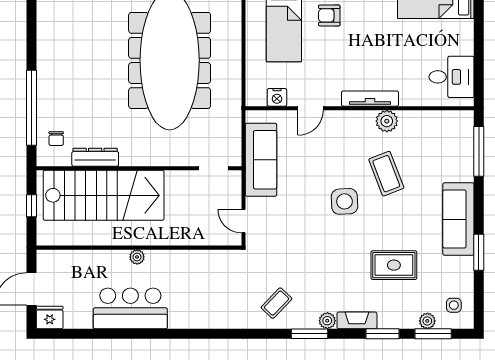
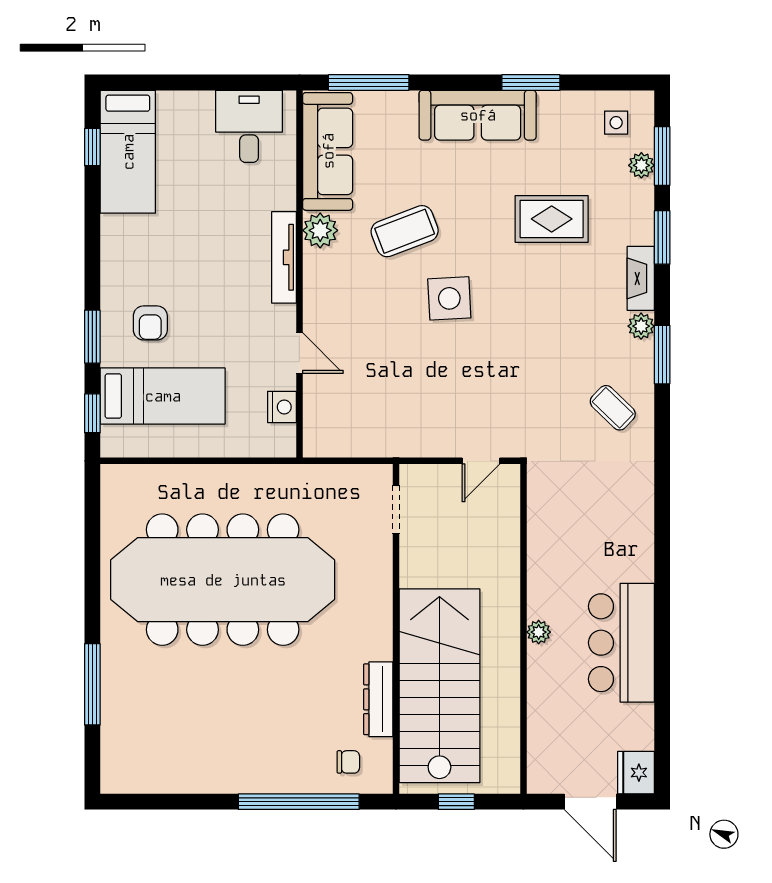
sofa: (261, 160) -> (328, 151), moved, turned 90
rug: (394, 265) -> (552, 219), turned 90

